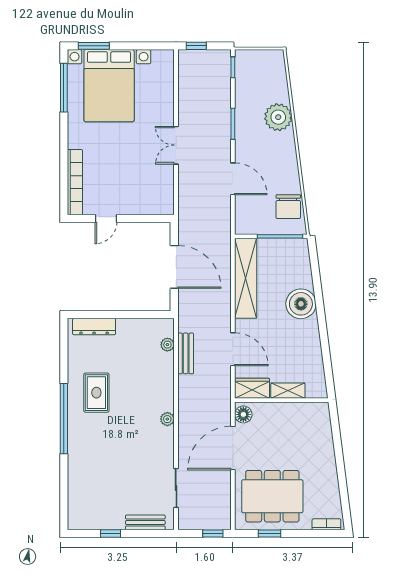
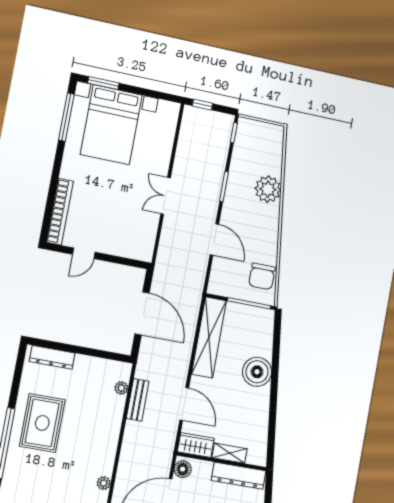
rug: (96, 393) -> (42, 423), width x1.36, depth x1.43
dresser: (301, 412) -> (239, 476), added
plant: (167, 419) -> (104, 483), moved

